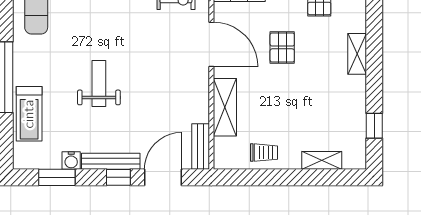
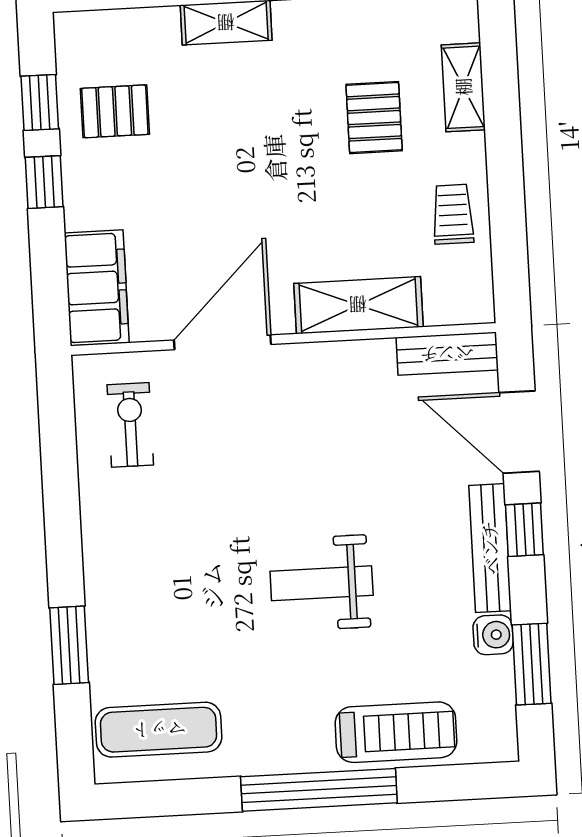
pallet: (282, 47) -> (374, 118), moved, turned 90

